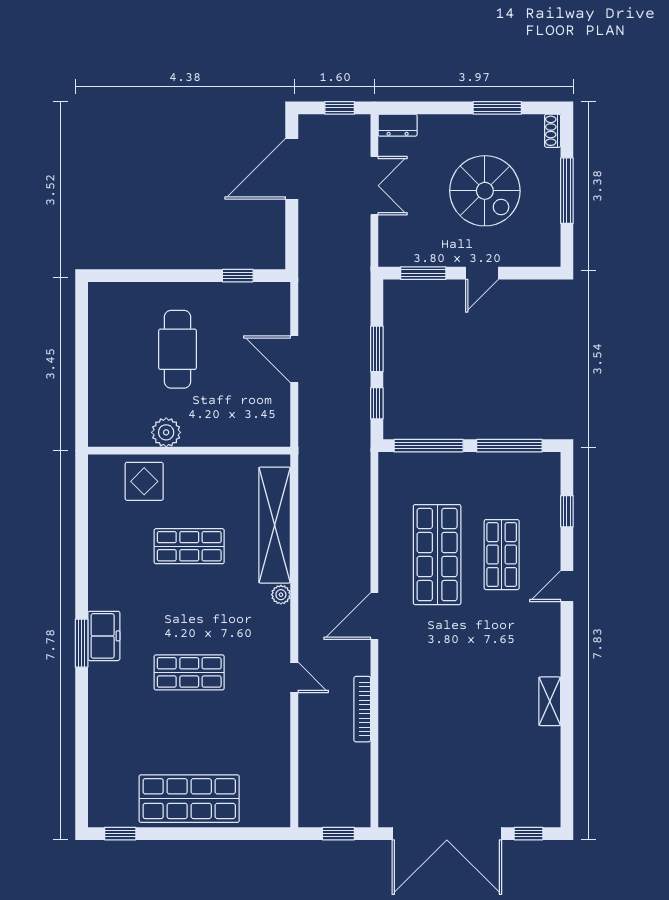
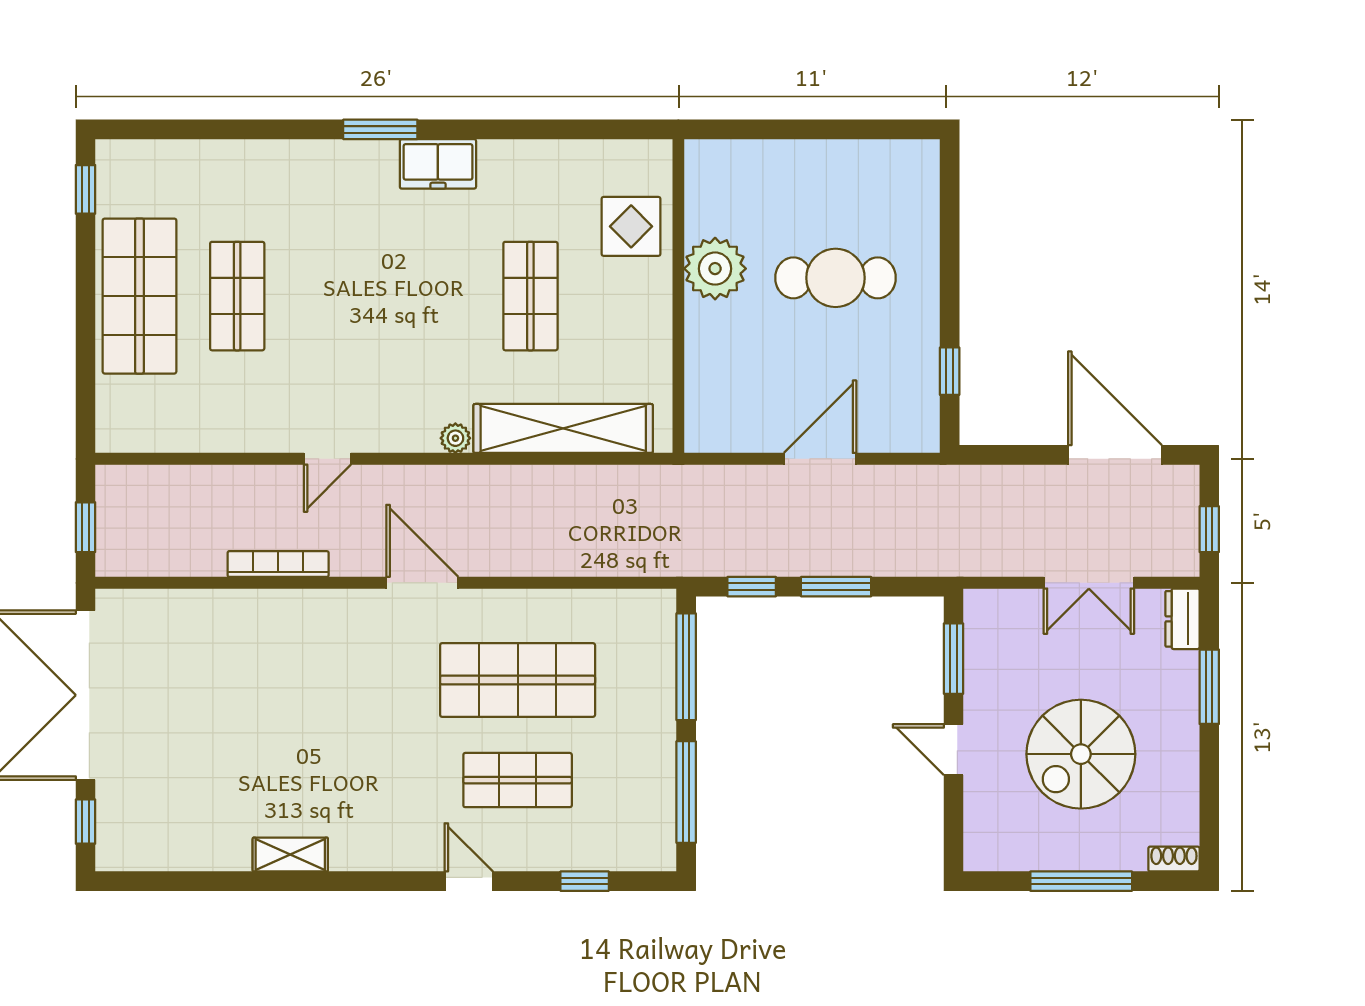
window: (497, 108) -> (1209, 687), moved
plant: (166, 432) -> (715, 269), width x1.36, depth x1.36
freezer: (104, 636) -> (438, 164), moved
shop shelf: (189, 672) -> (237, 296), moved

